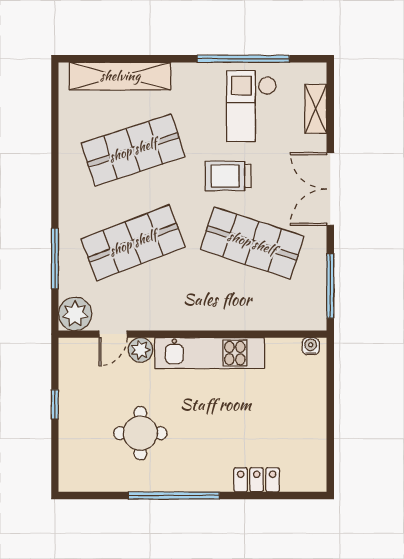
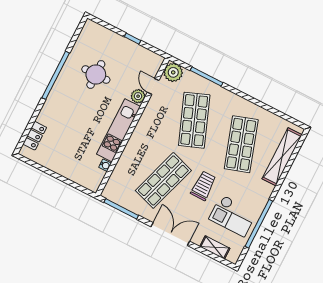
checkout: (251, 106) -> (233, 216), turned 180
water cooler: (311, 346) -> (105, 165), moved
locker: (257, 480) -> (35, 136), moved

